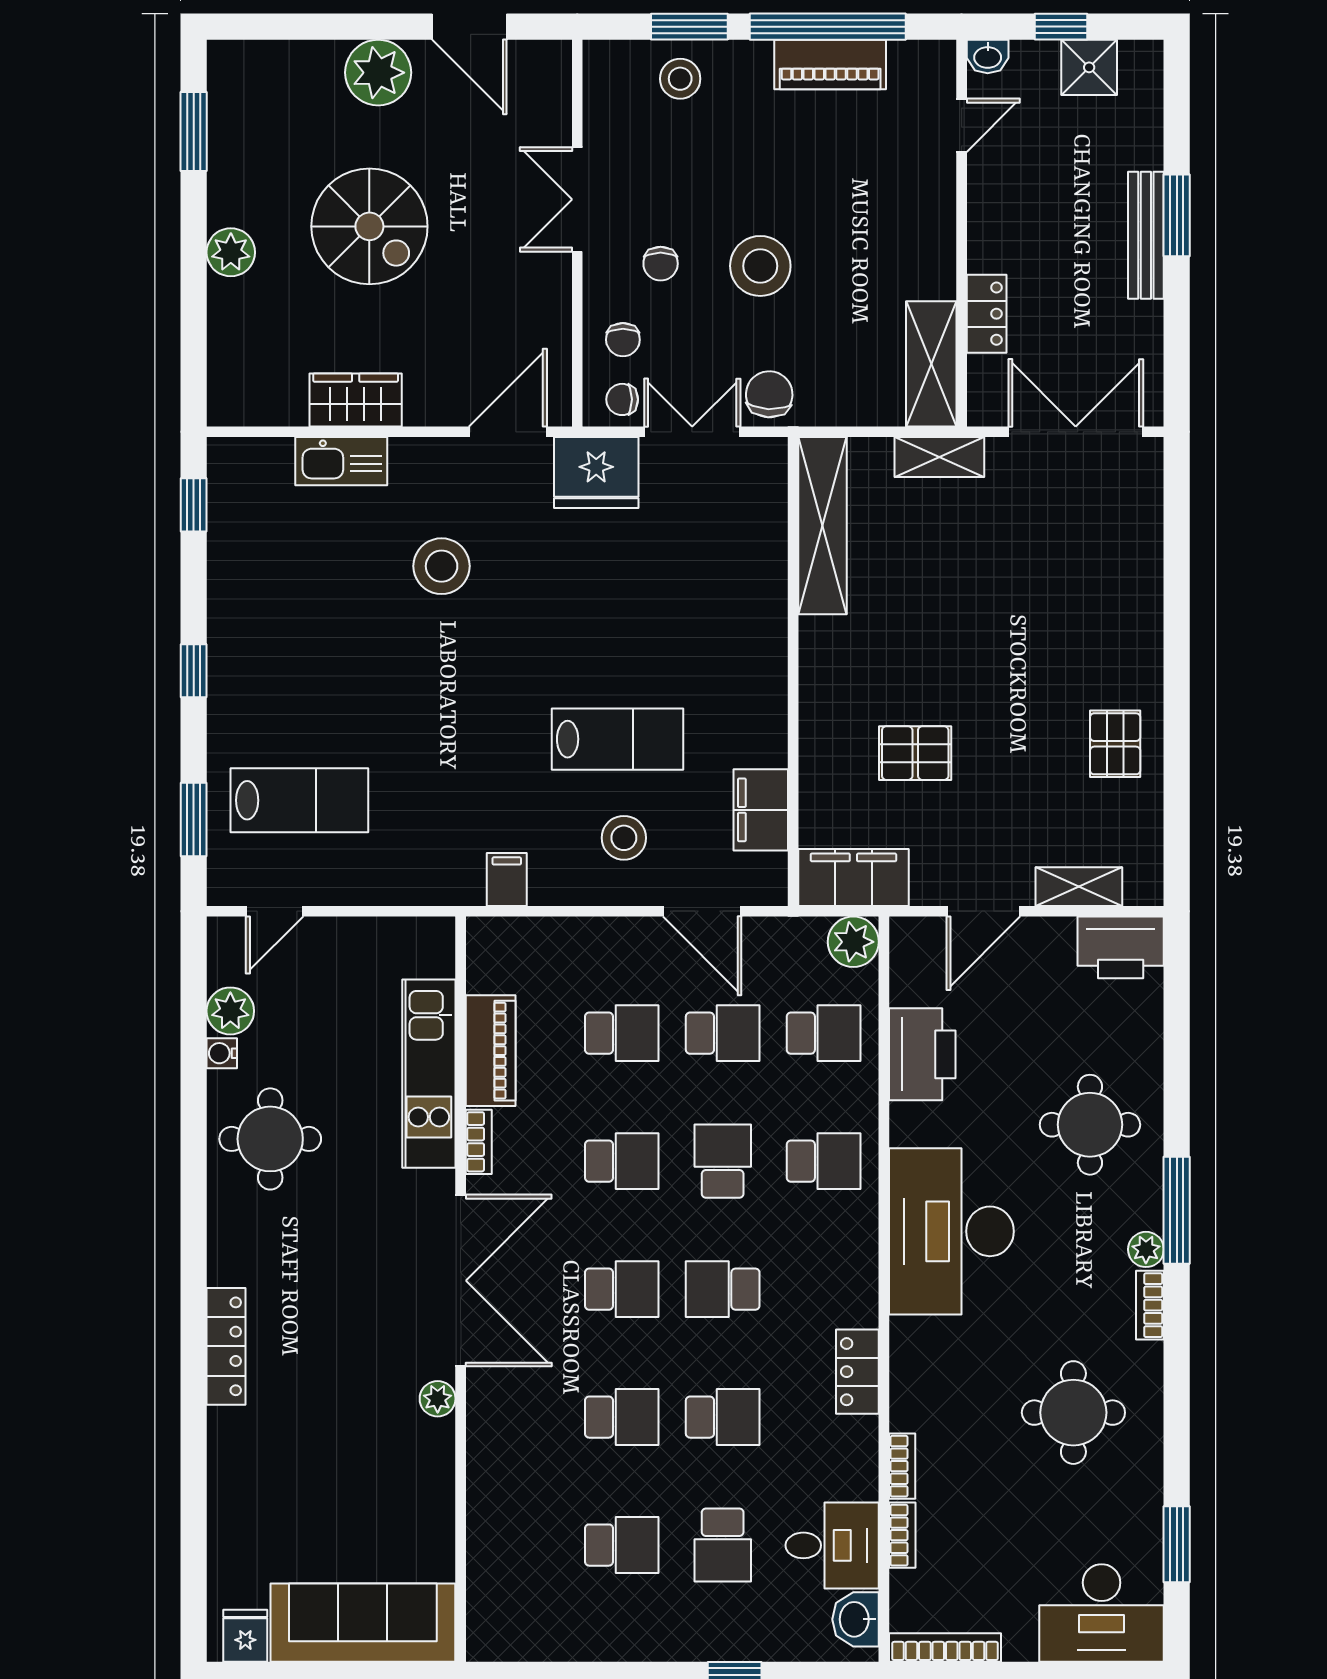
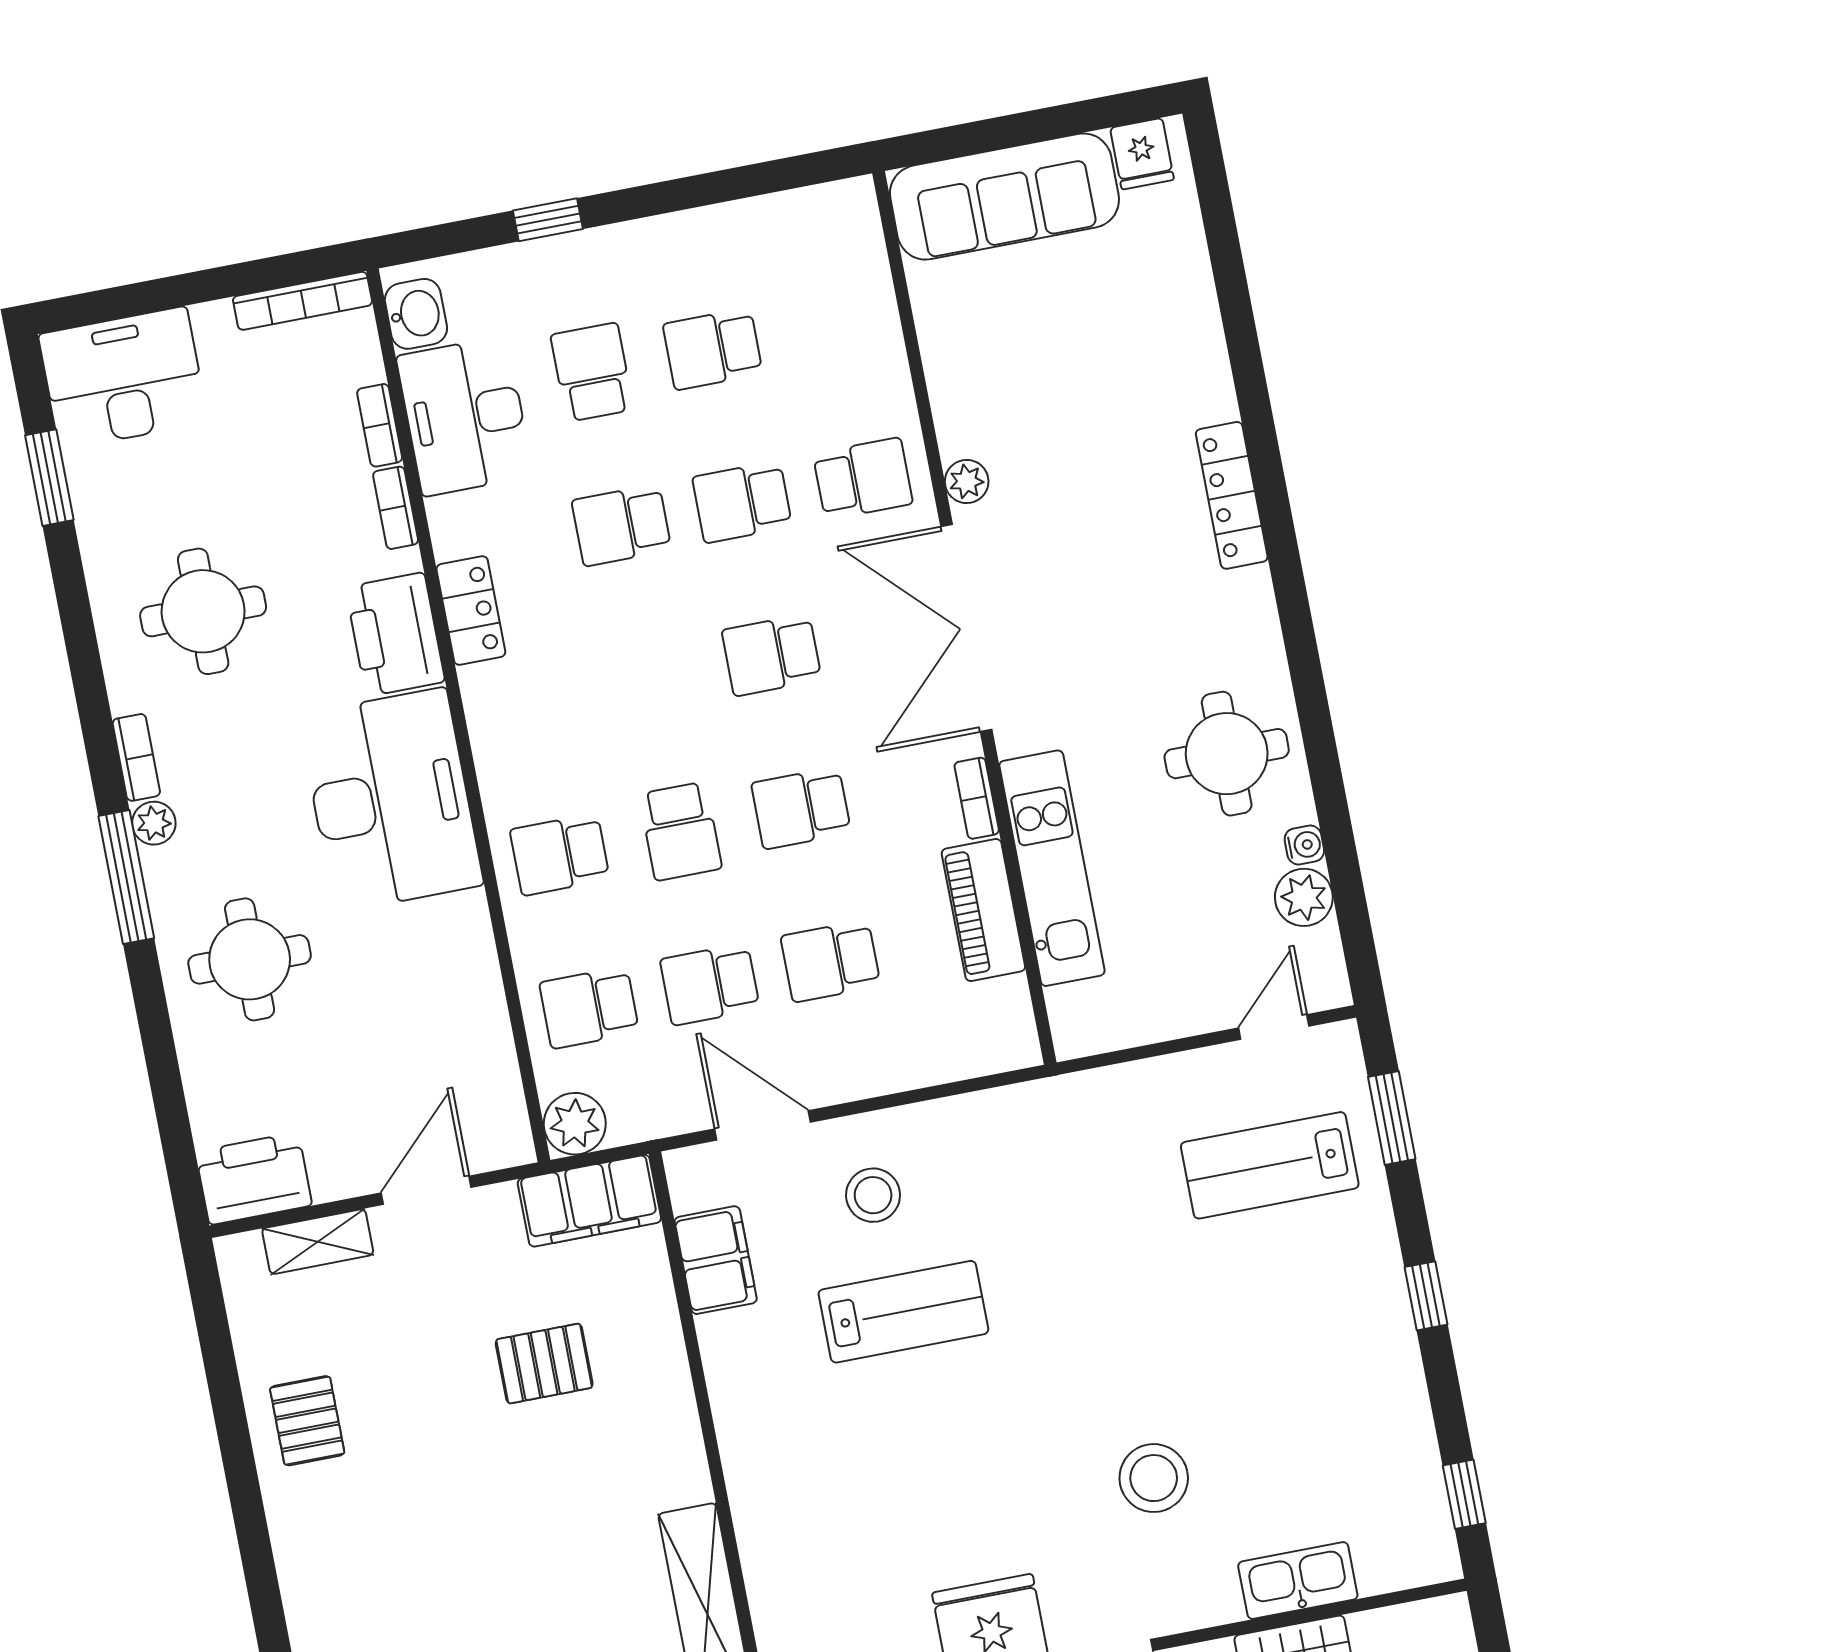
lab bench: (617, 739) -> (903, 1312), turned 180
filing cabinet: (507, 879) -> (1004, 1118), removed
printer: (922, 1054) -> (395, 634), moved
school desk: (723, 1289) -> (863, 479), moved
desk: (832, 1545) -> (465, 416), width x1.37

